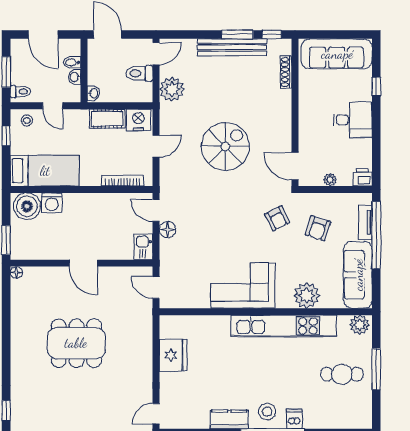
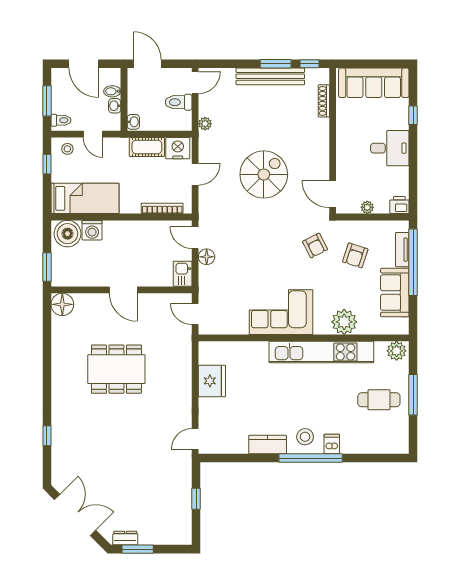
plant: (172, 89) -> (205, 124), width x0.53, depth x0.53
floor lamp: (16, 272) -> (62, 304), width x1.89, depth x1.89
sofa: (358, 275) -> (395, 293), width x0.73

